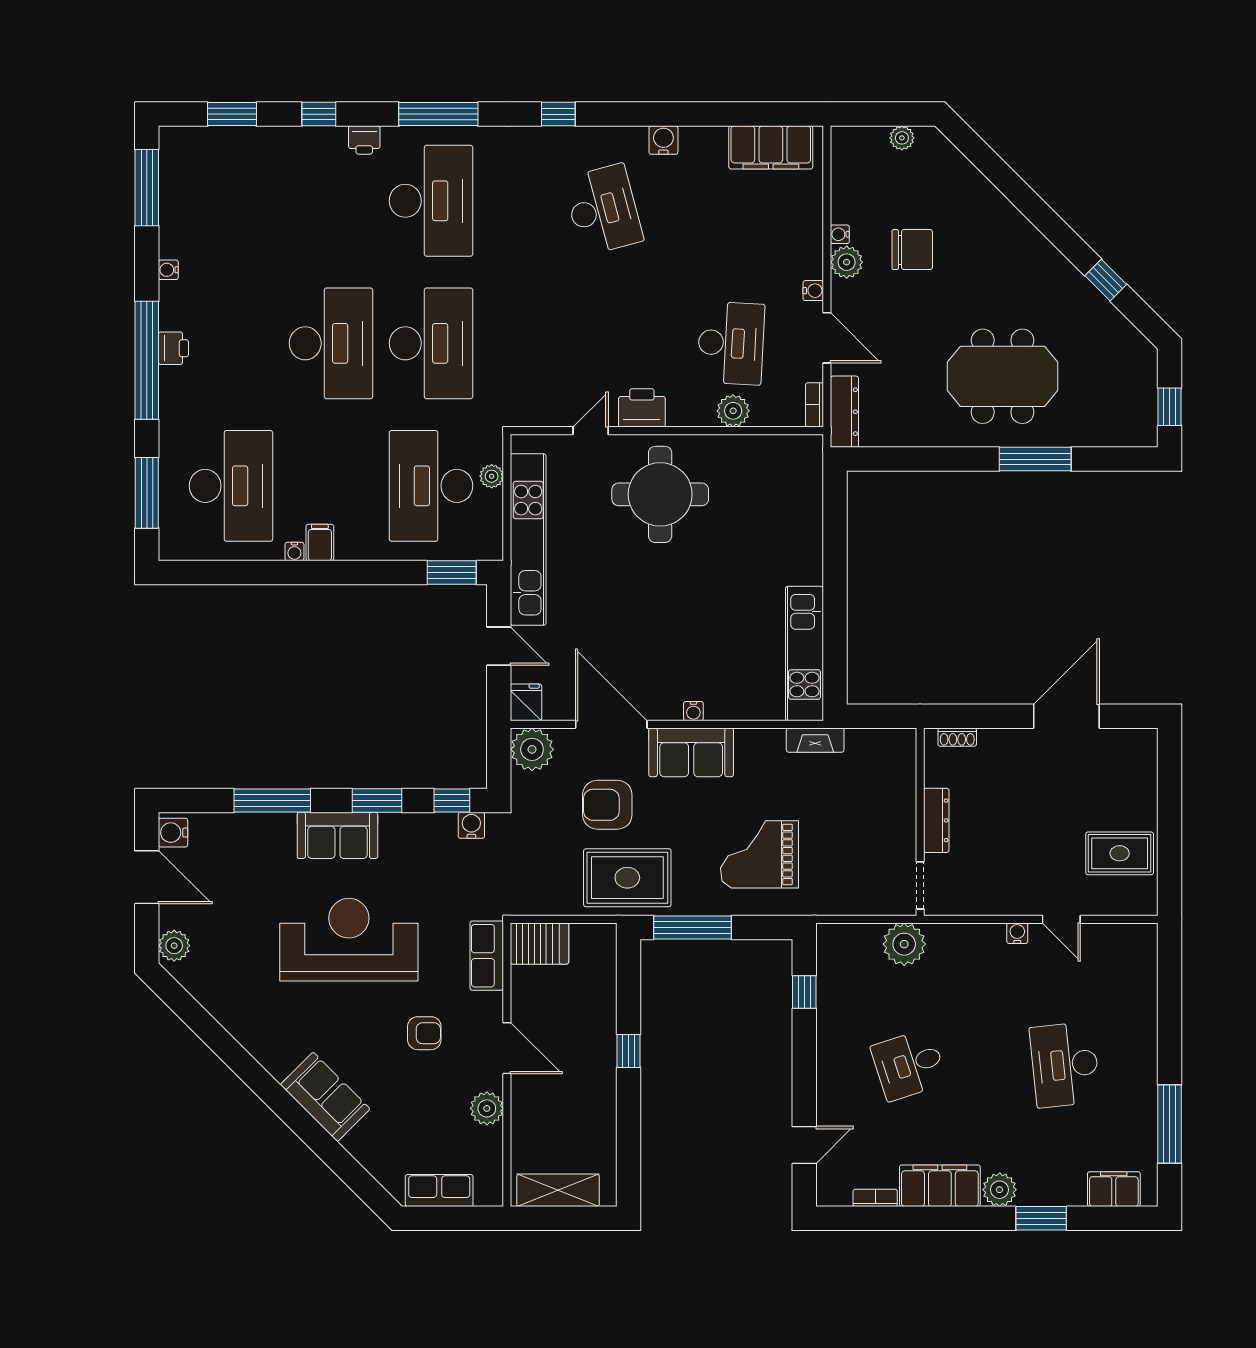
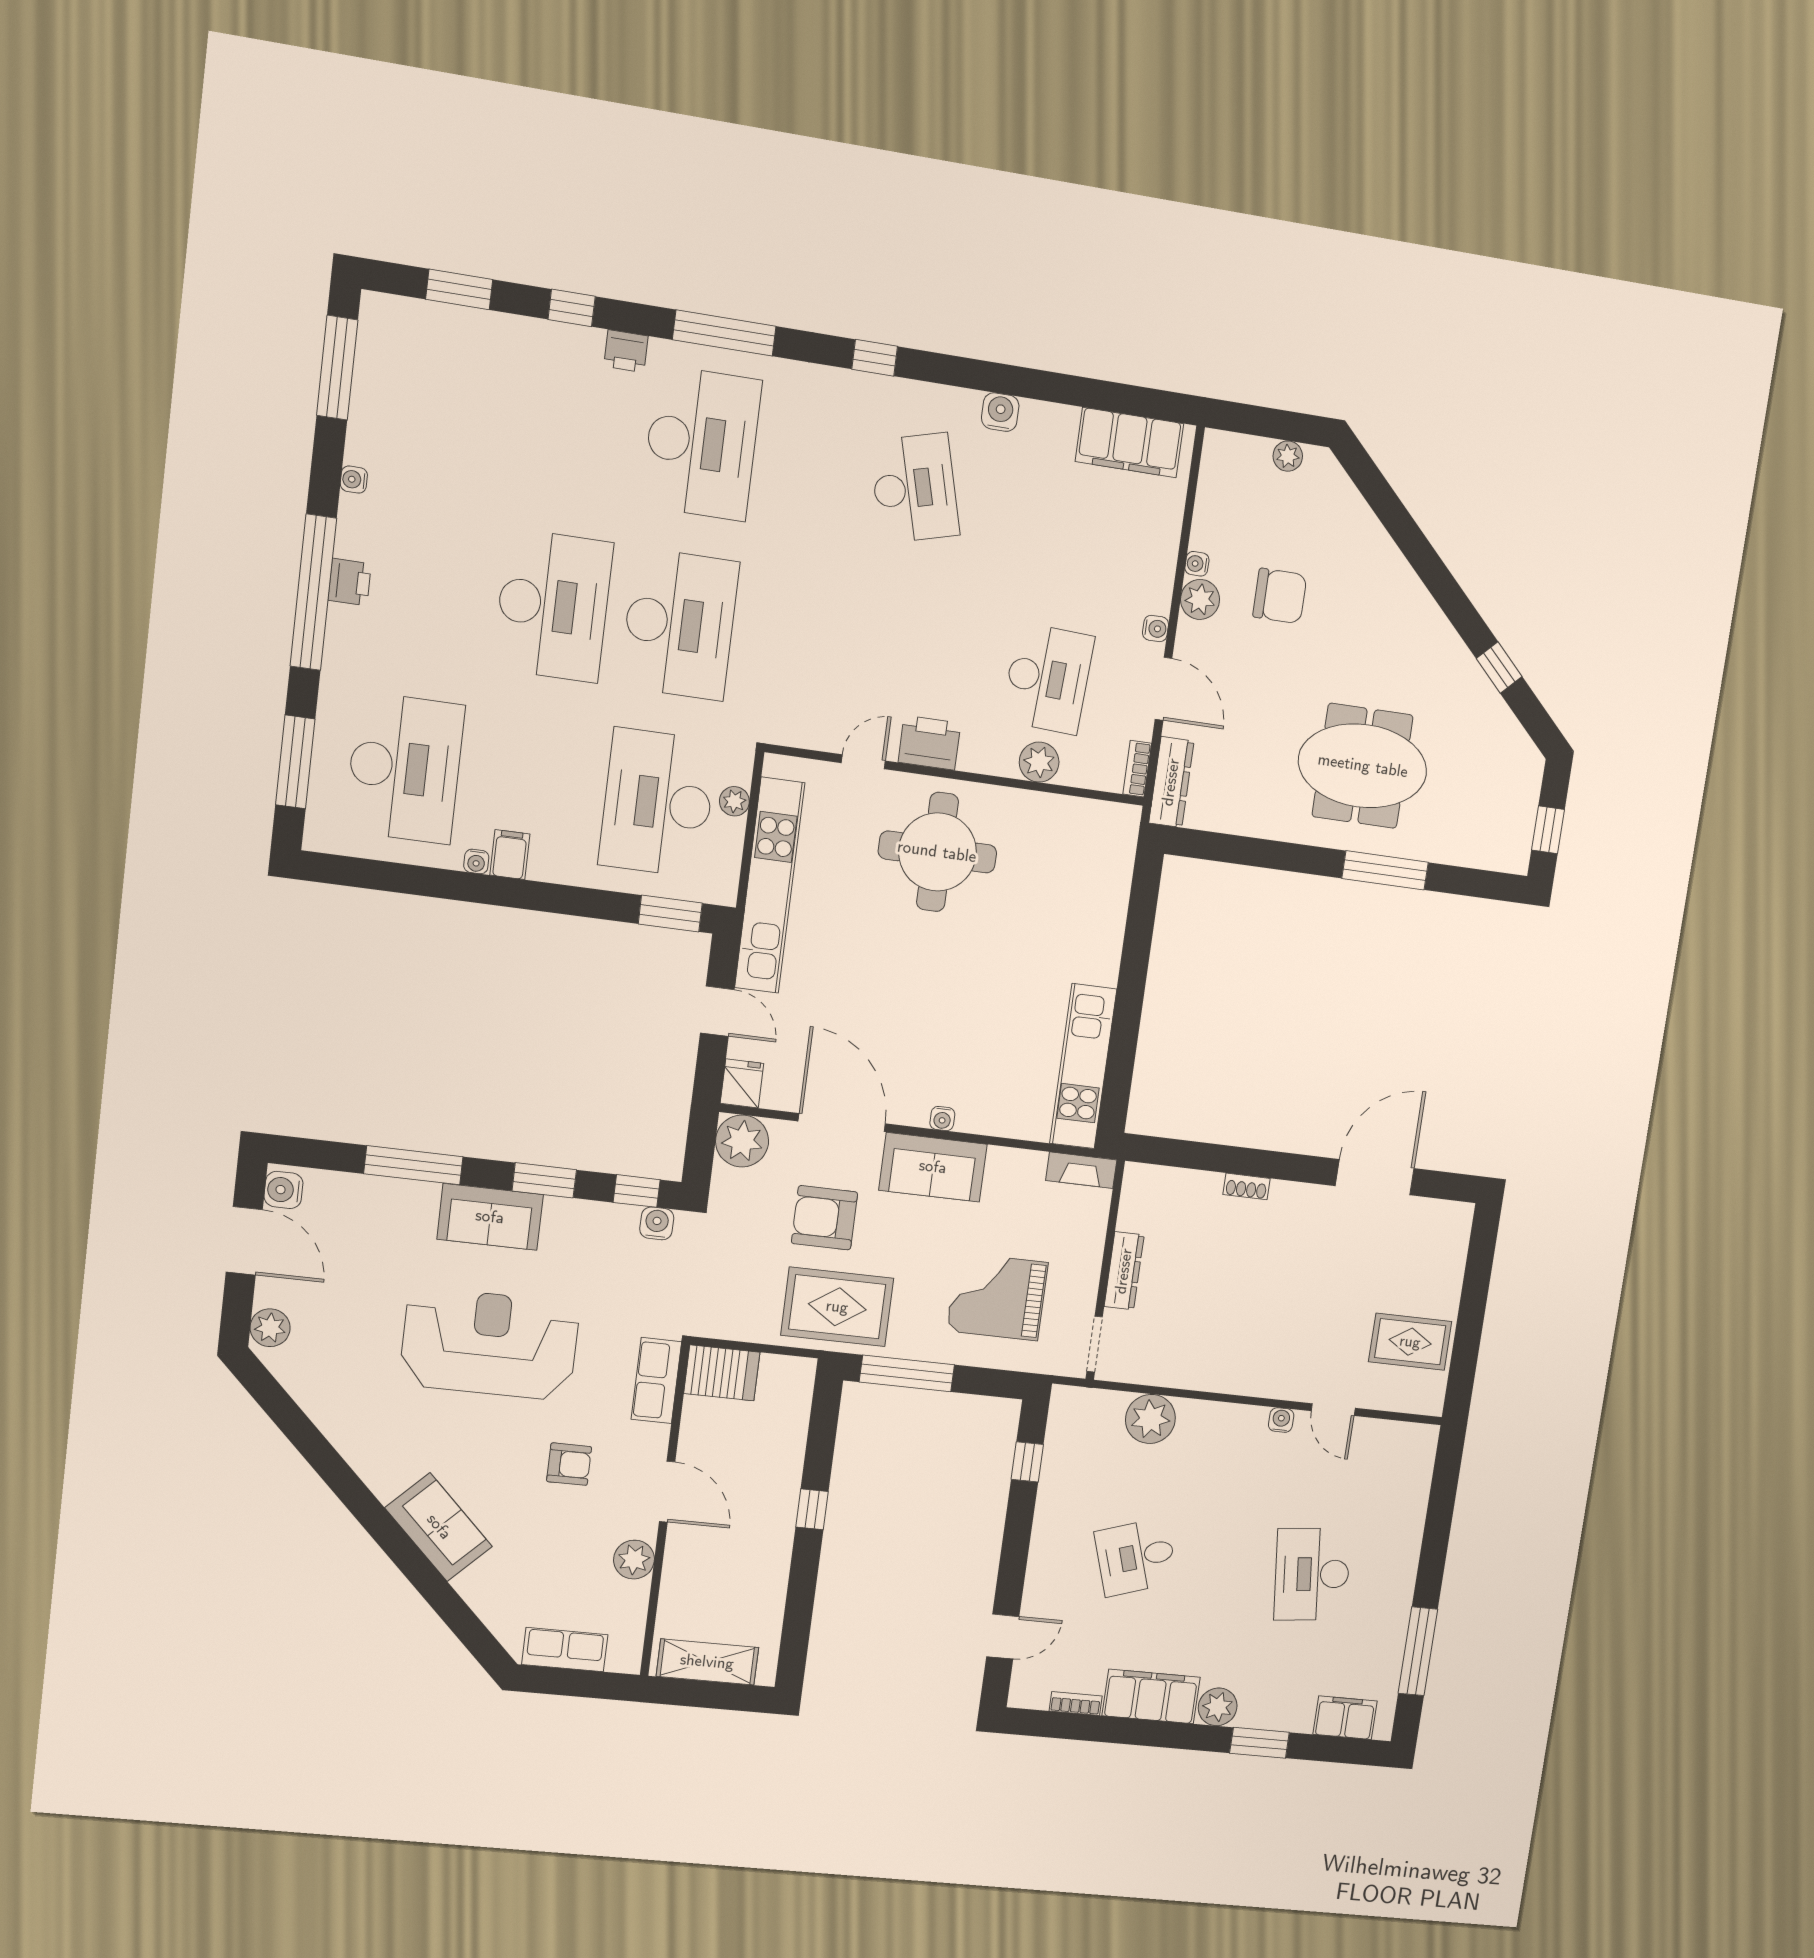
dresser: (936, 820) -> (1124, 1271), moved
wall: (920, 822) -> (1105, 1270), moved
doorway: (920, 885) -> (1095, 1344), moved

